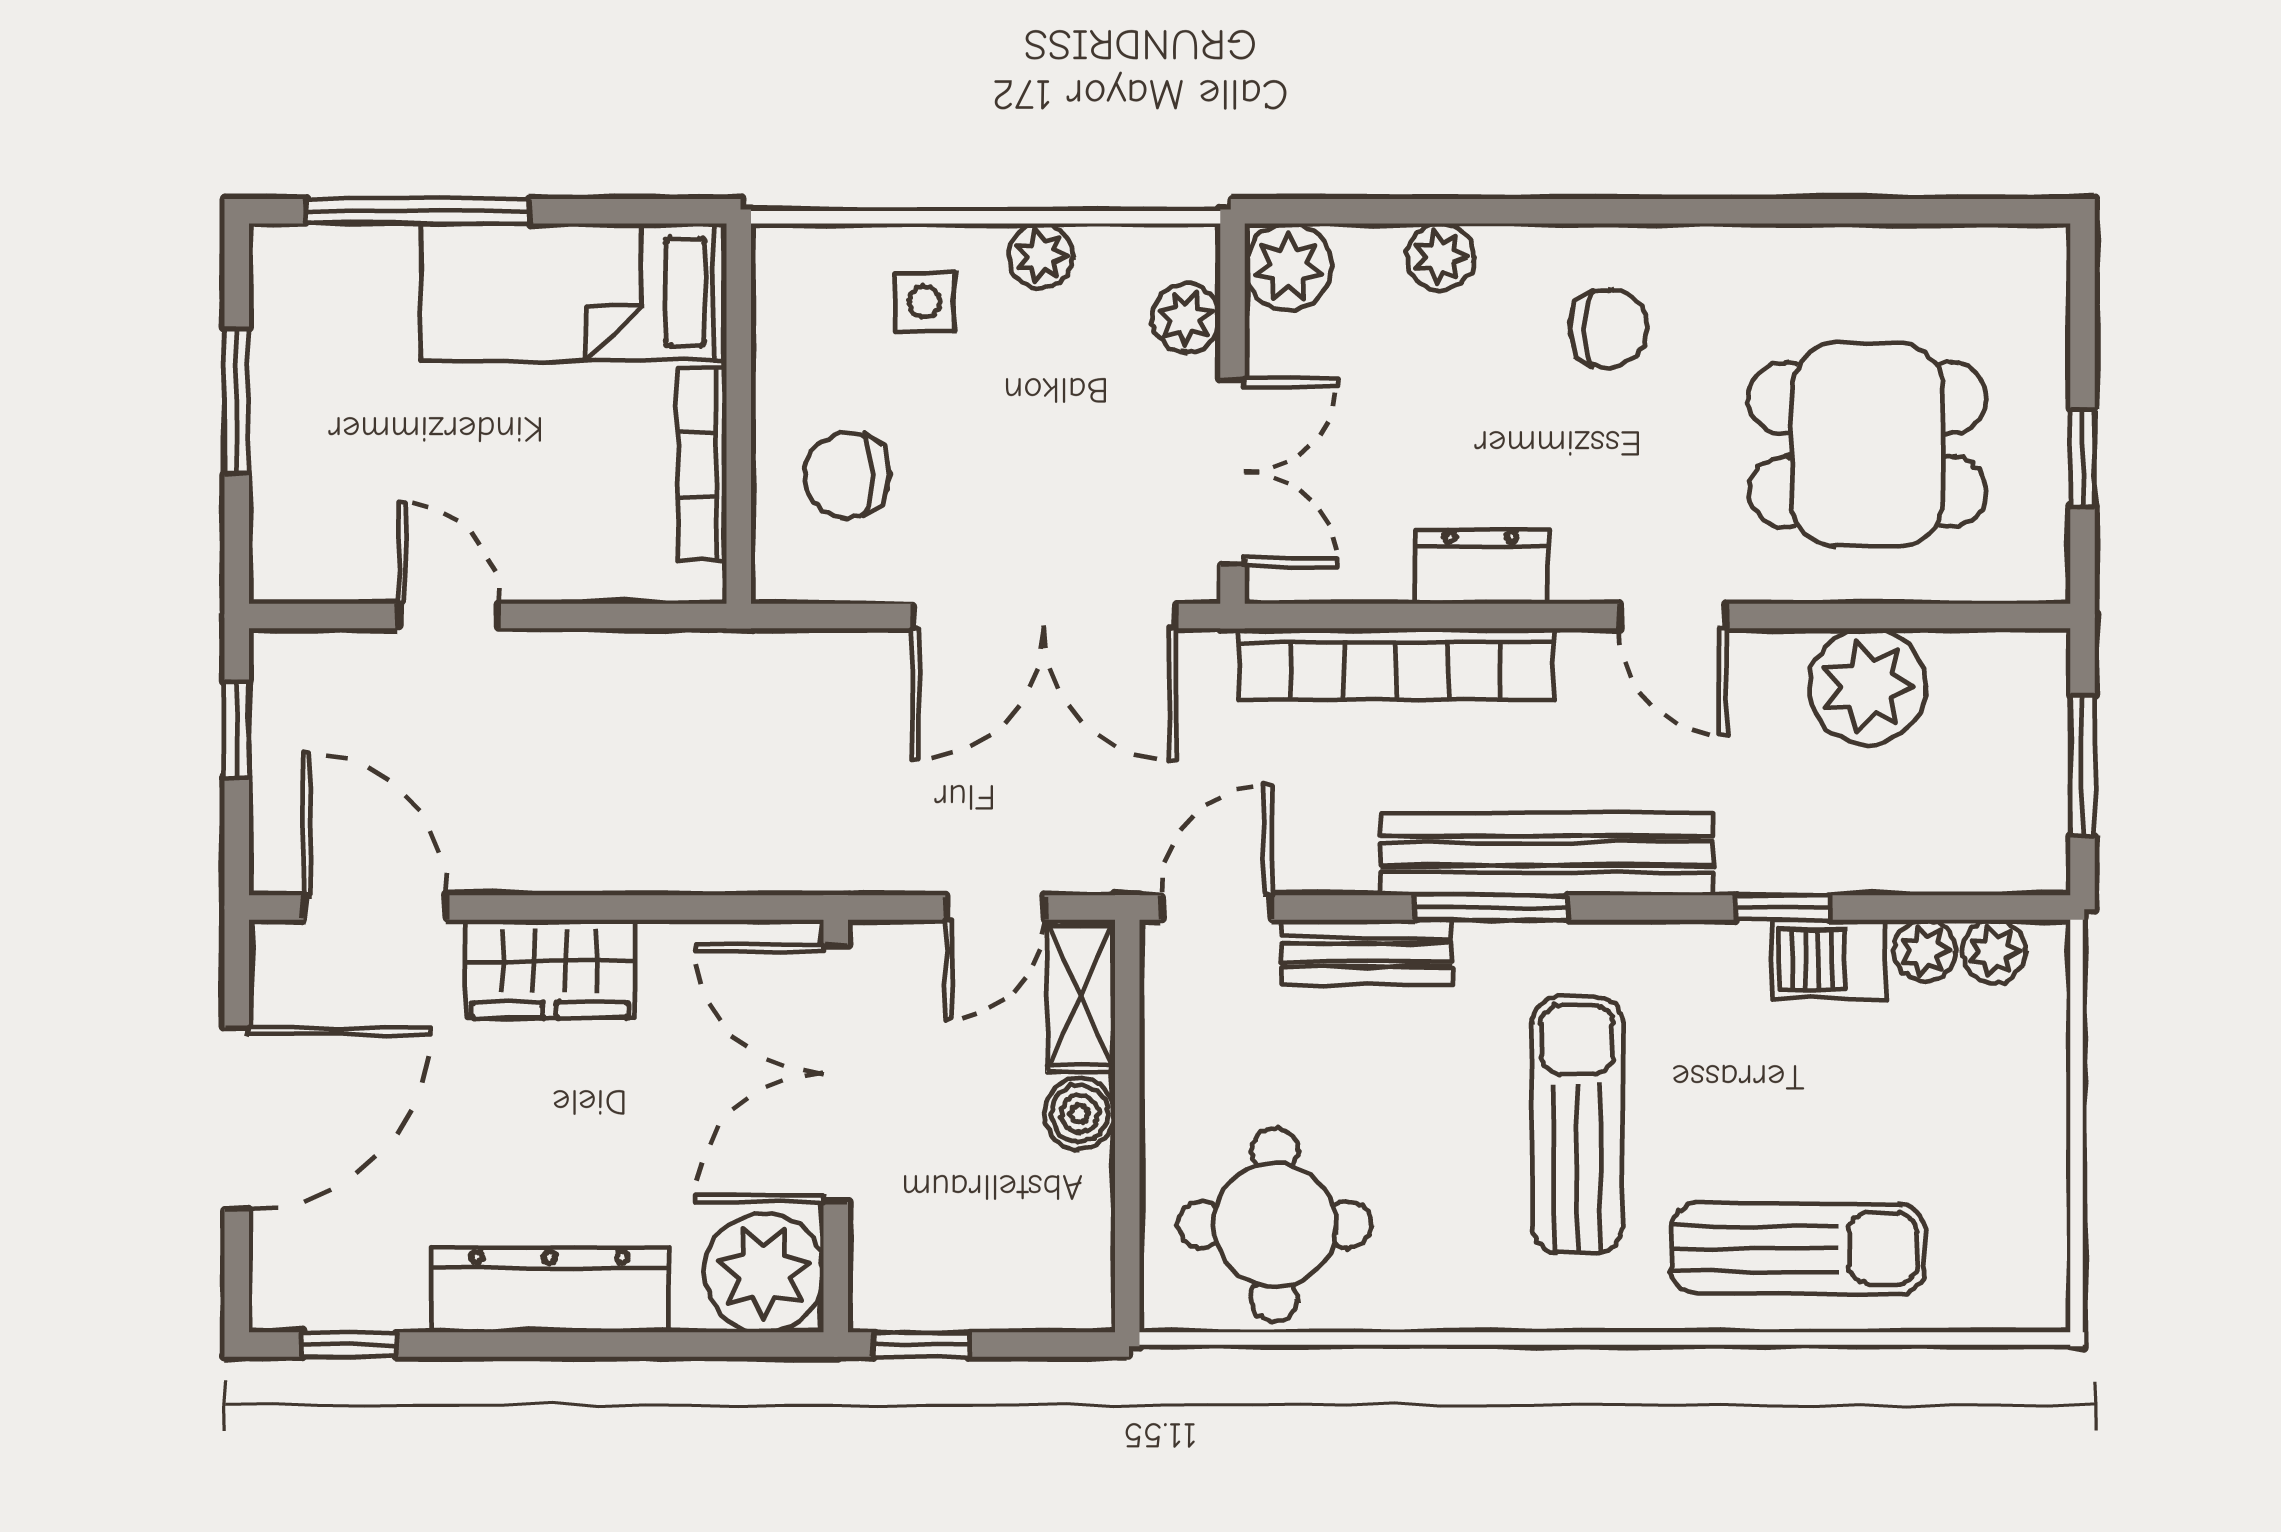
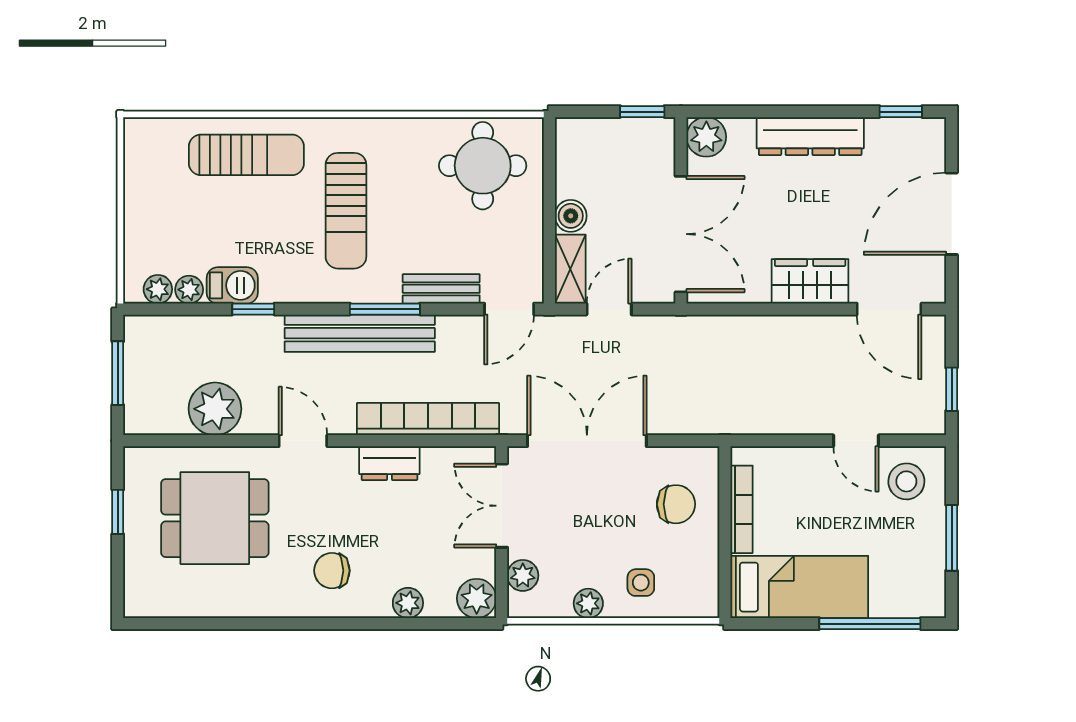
stool: (337, 526) -> (906, 481), added
sun lounger: (1798, 1249) -> (246, 155), turned 180
plant: (764, 1273) -> (706, 137), width x0.73, depth x0.73

